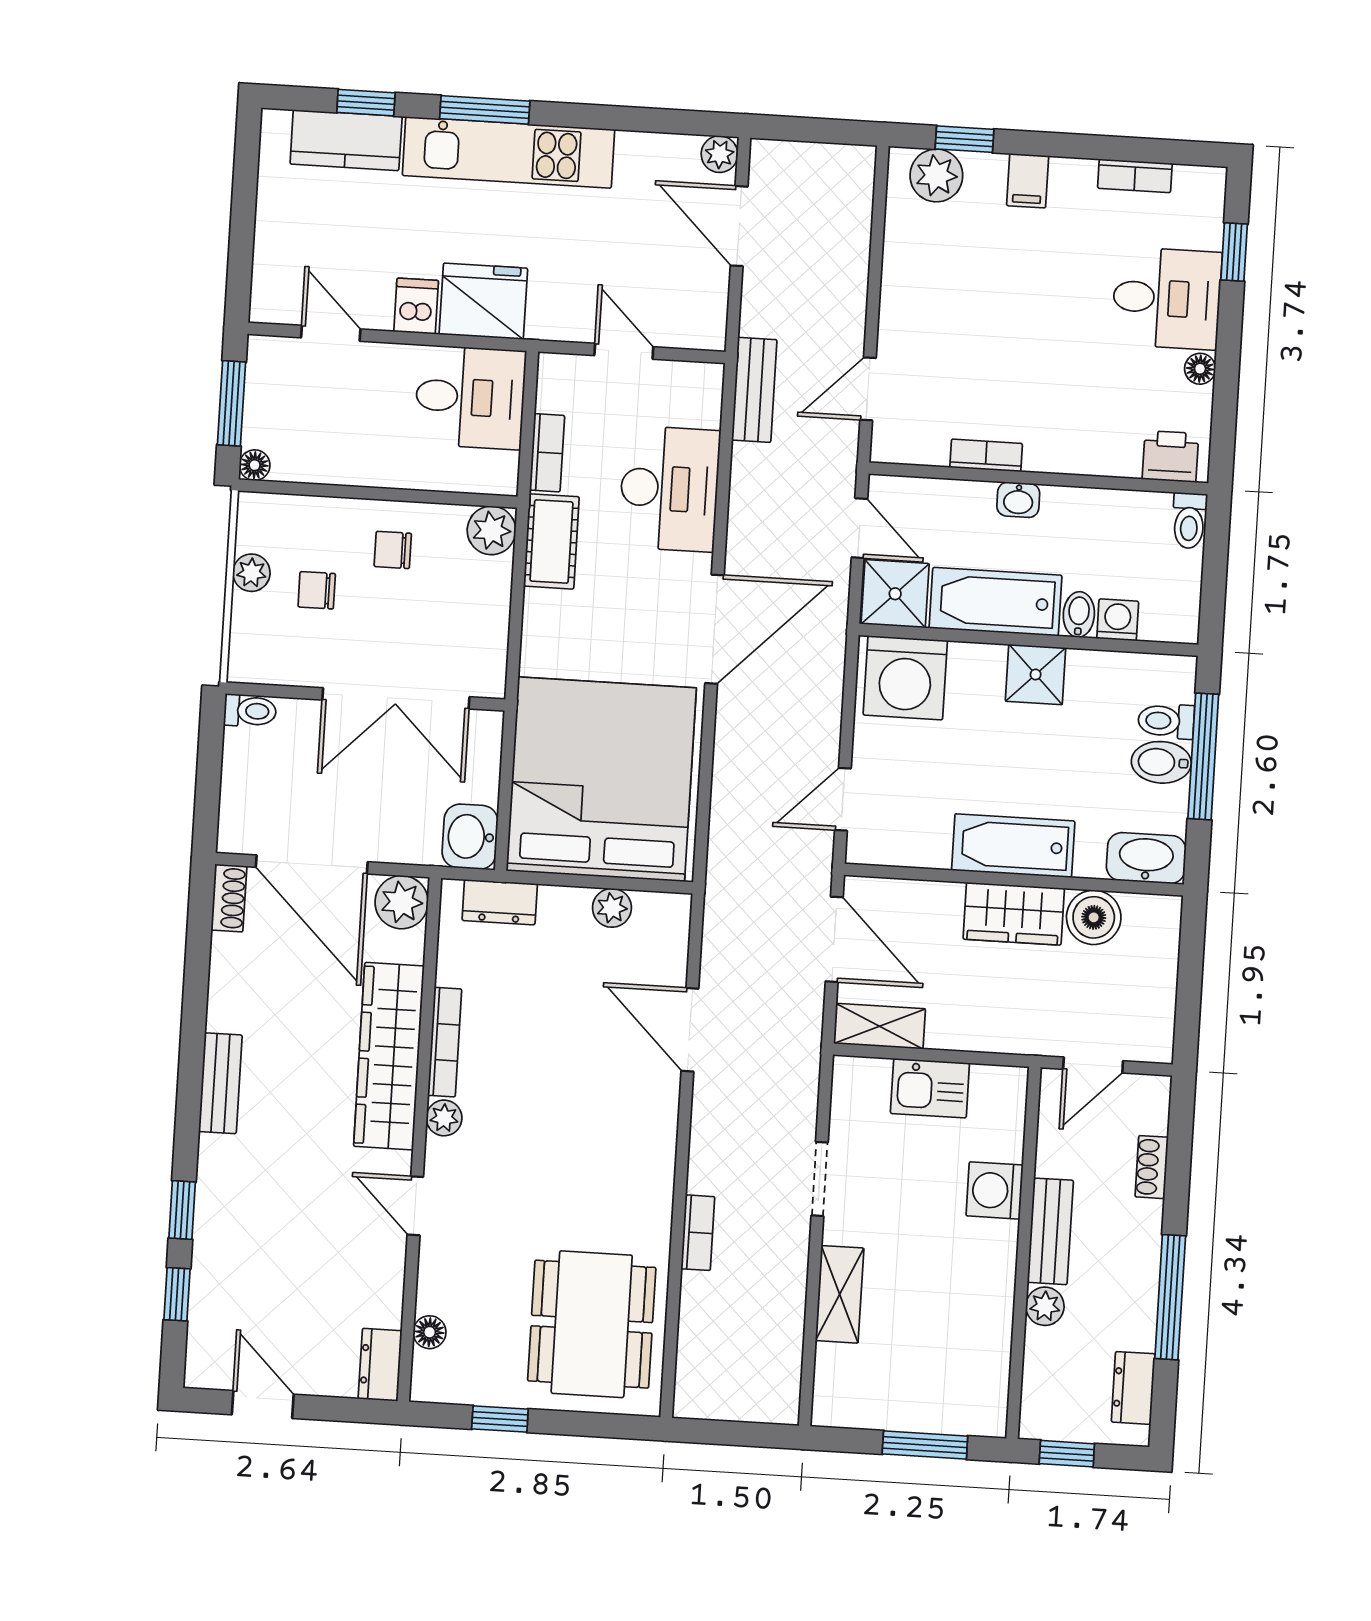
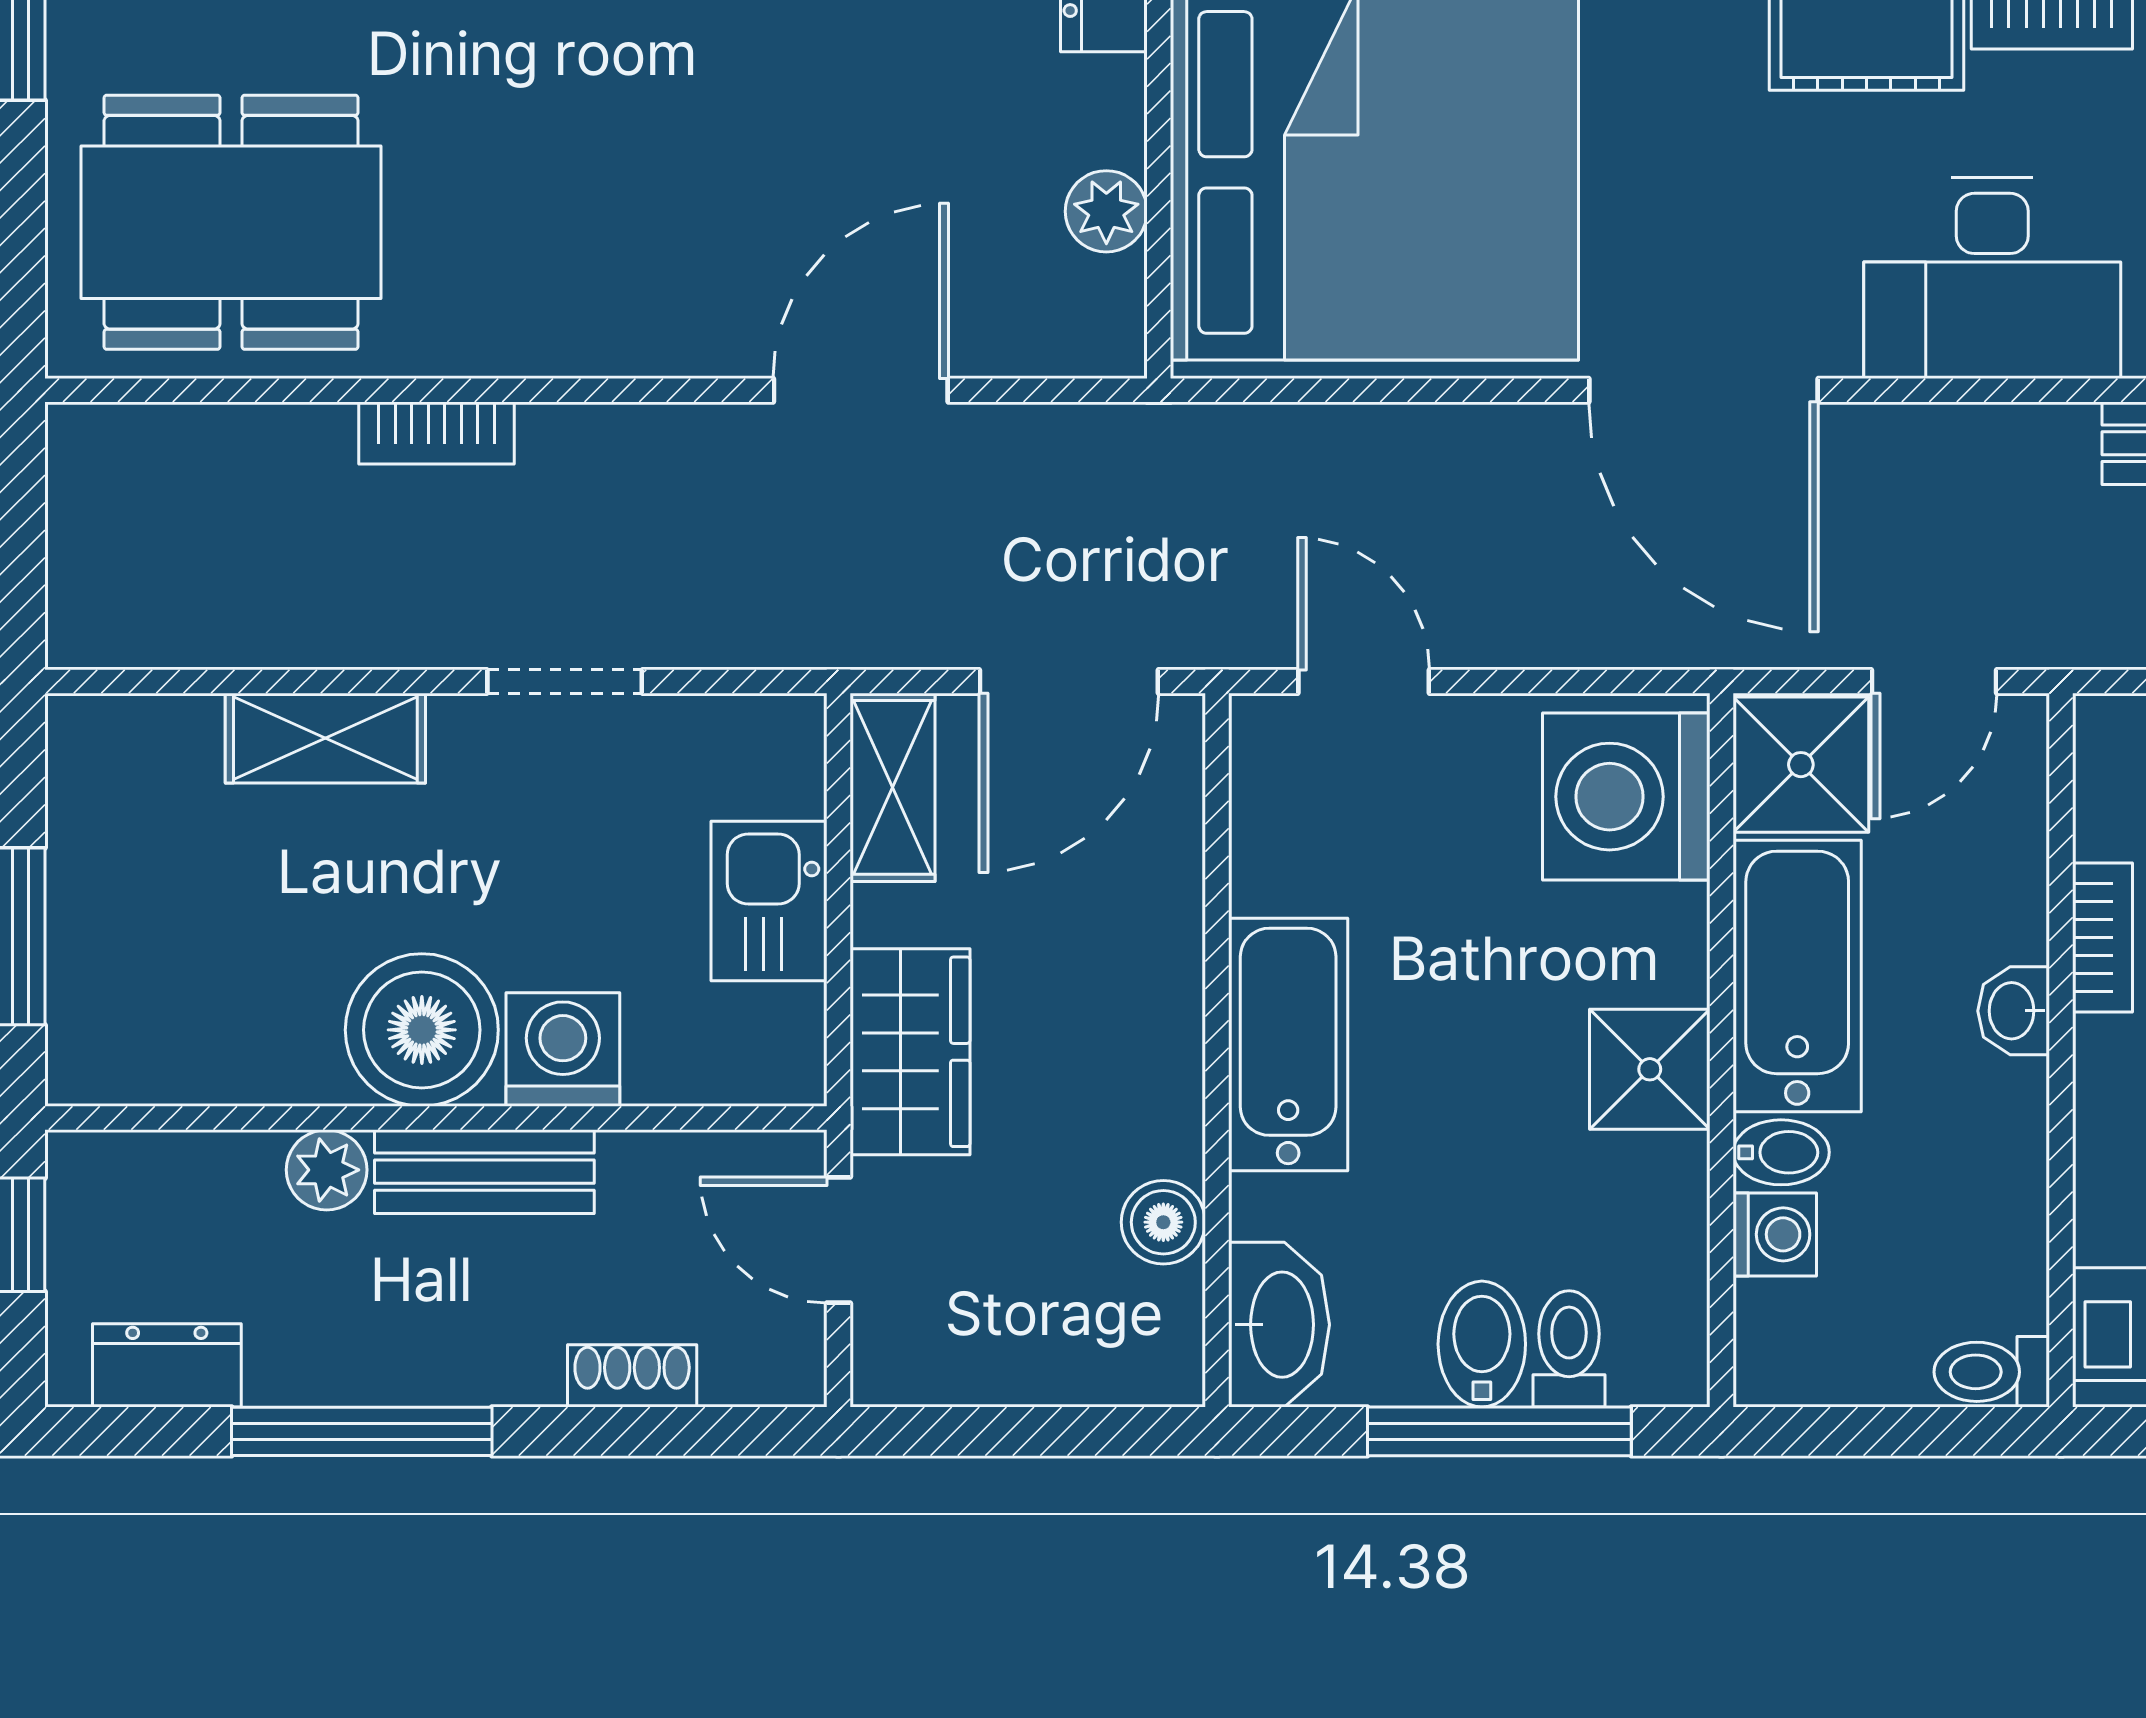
wardrobe: (1014, 914) -> (910, 1052), moved, turned 180
boiler: (1094, 917) -> (1163, 1222), width x0.73, depth x0.73
boiler: (981, 1257) -> (422, 1030), added

